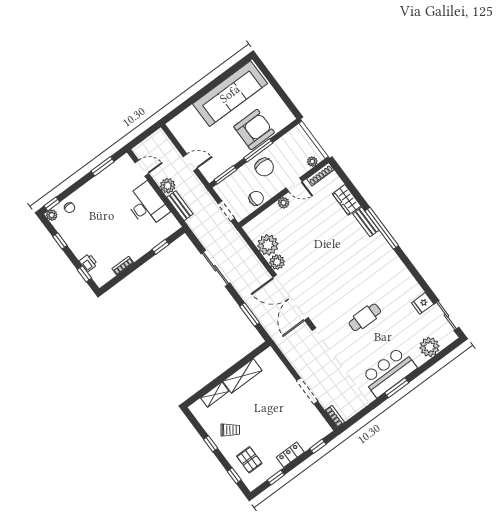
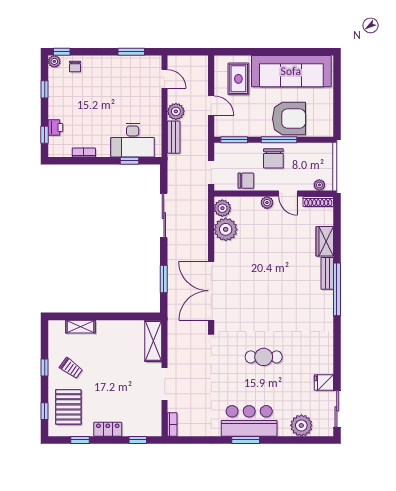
rug: (196, 128) -> (238, 79), added
desk: (147, 205) -> (133, 140), moved, turned 90
plant: (277, 262) -> (222, 208), moved
shelving: (242, 376) -> (153, 341), moved, turned 90
pallet: (249, 460) -> (68, 407), width x1.50, depth x1.42

